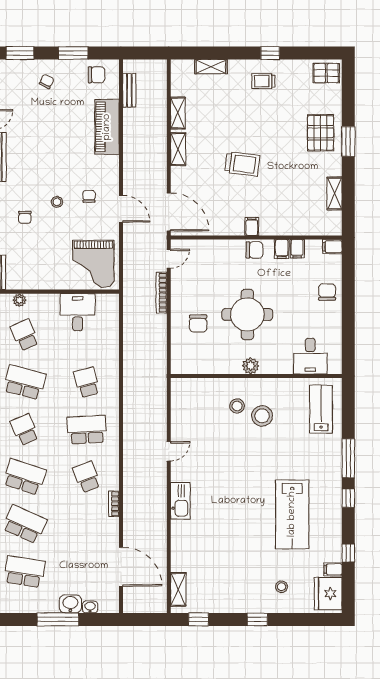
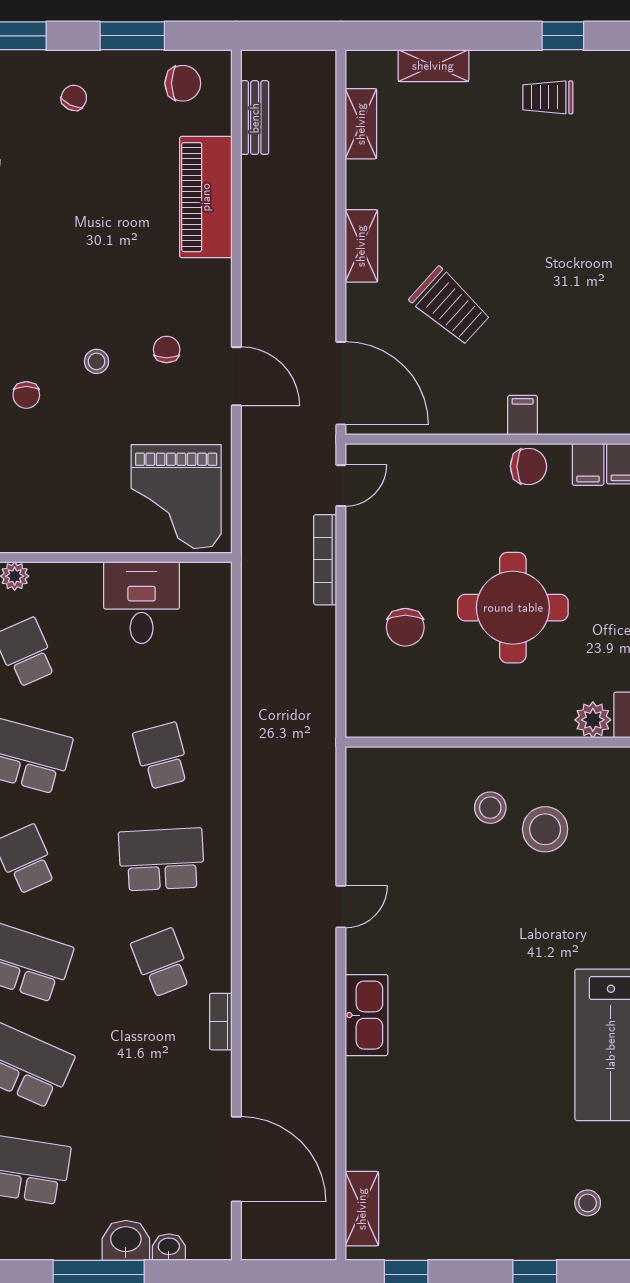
shelving: (178, 113) -> (361, 124), moved
trolley: (242, 164) -> (450, 306), moved, turned 35
plant: (251, 366) -> (593, 720), moved

